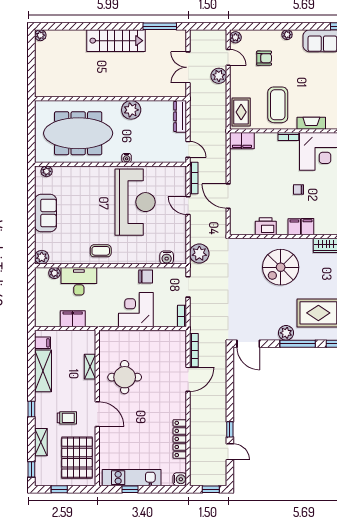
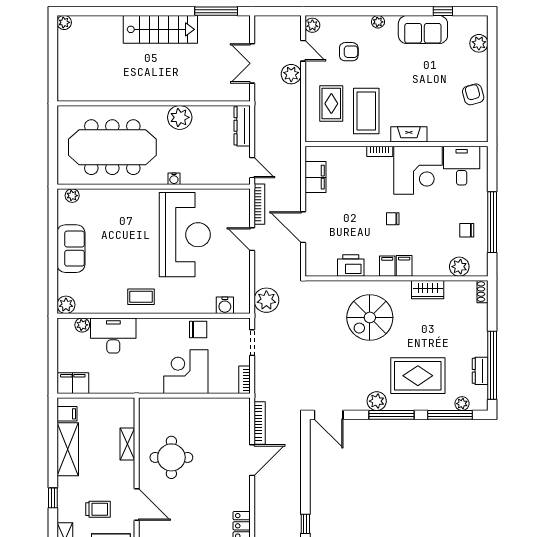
rug: (241, 112) -> (331, 104), moved
filing cabinet: (242, 141) -> (315, 177), moved, turned -90
filing cabinet: (73, 319) -> (73, 383), moved

